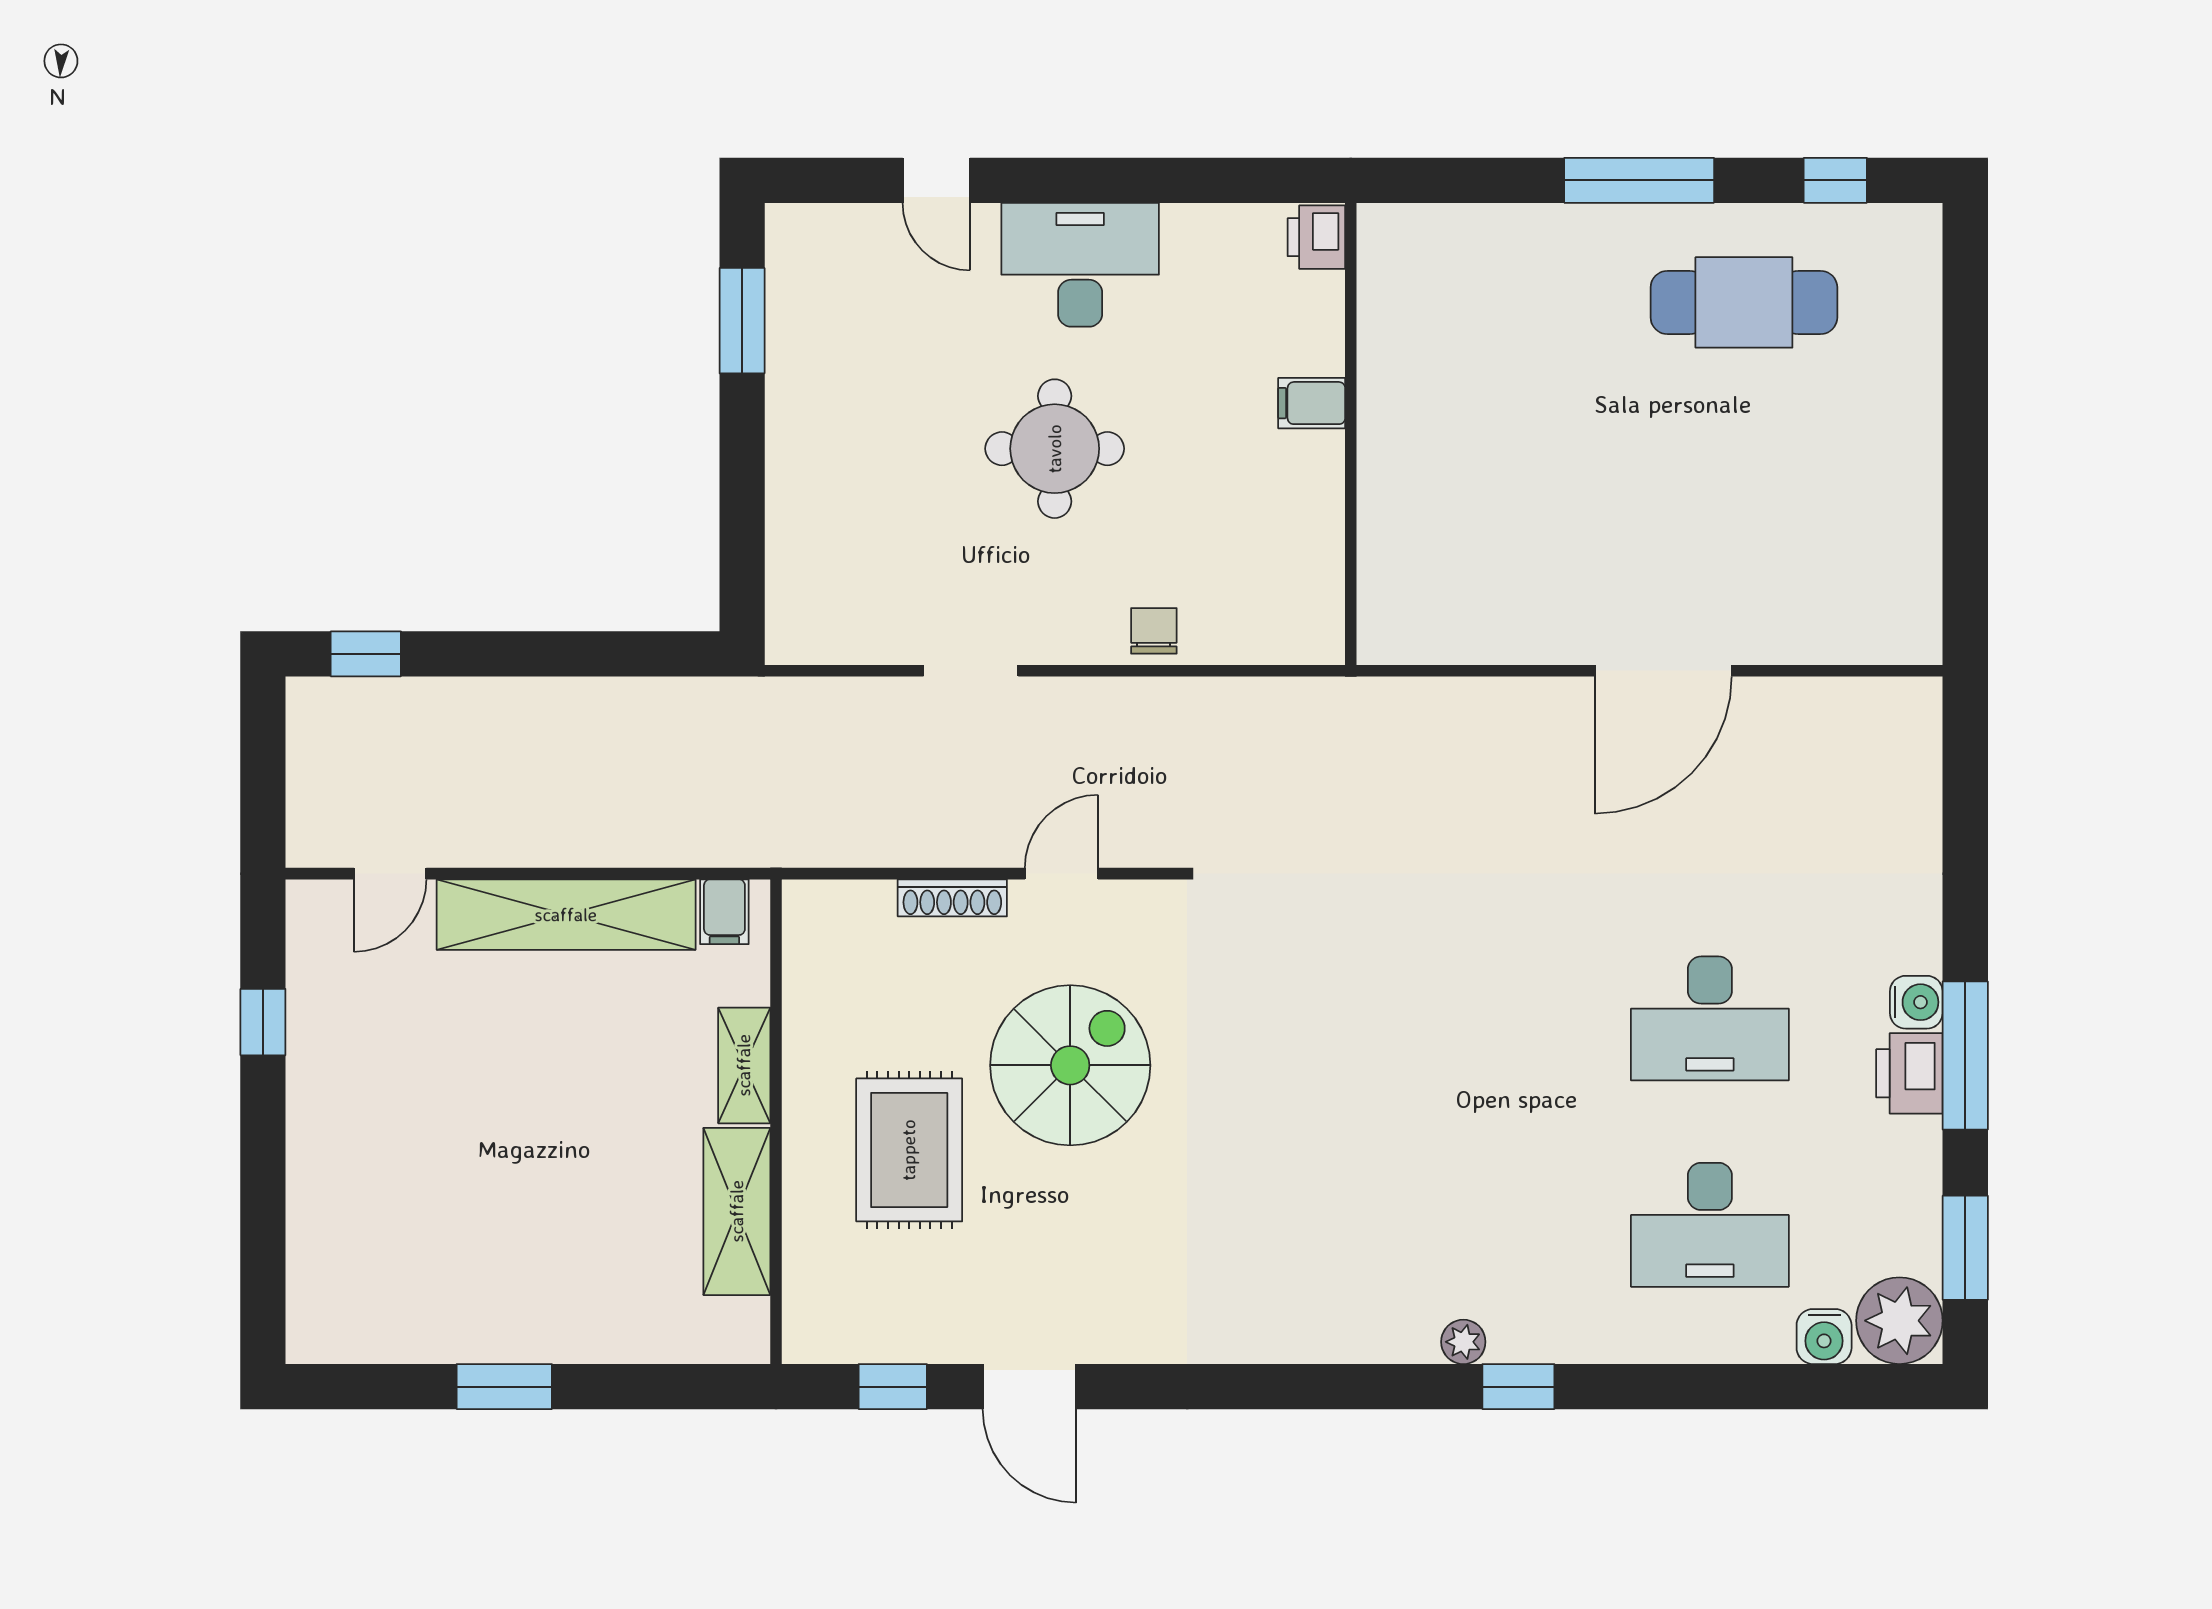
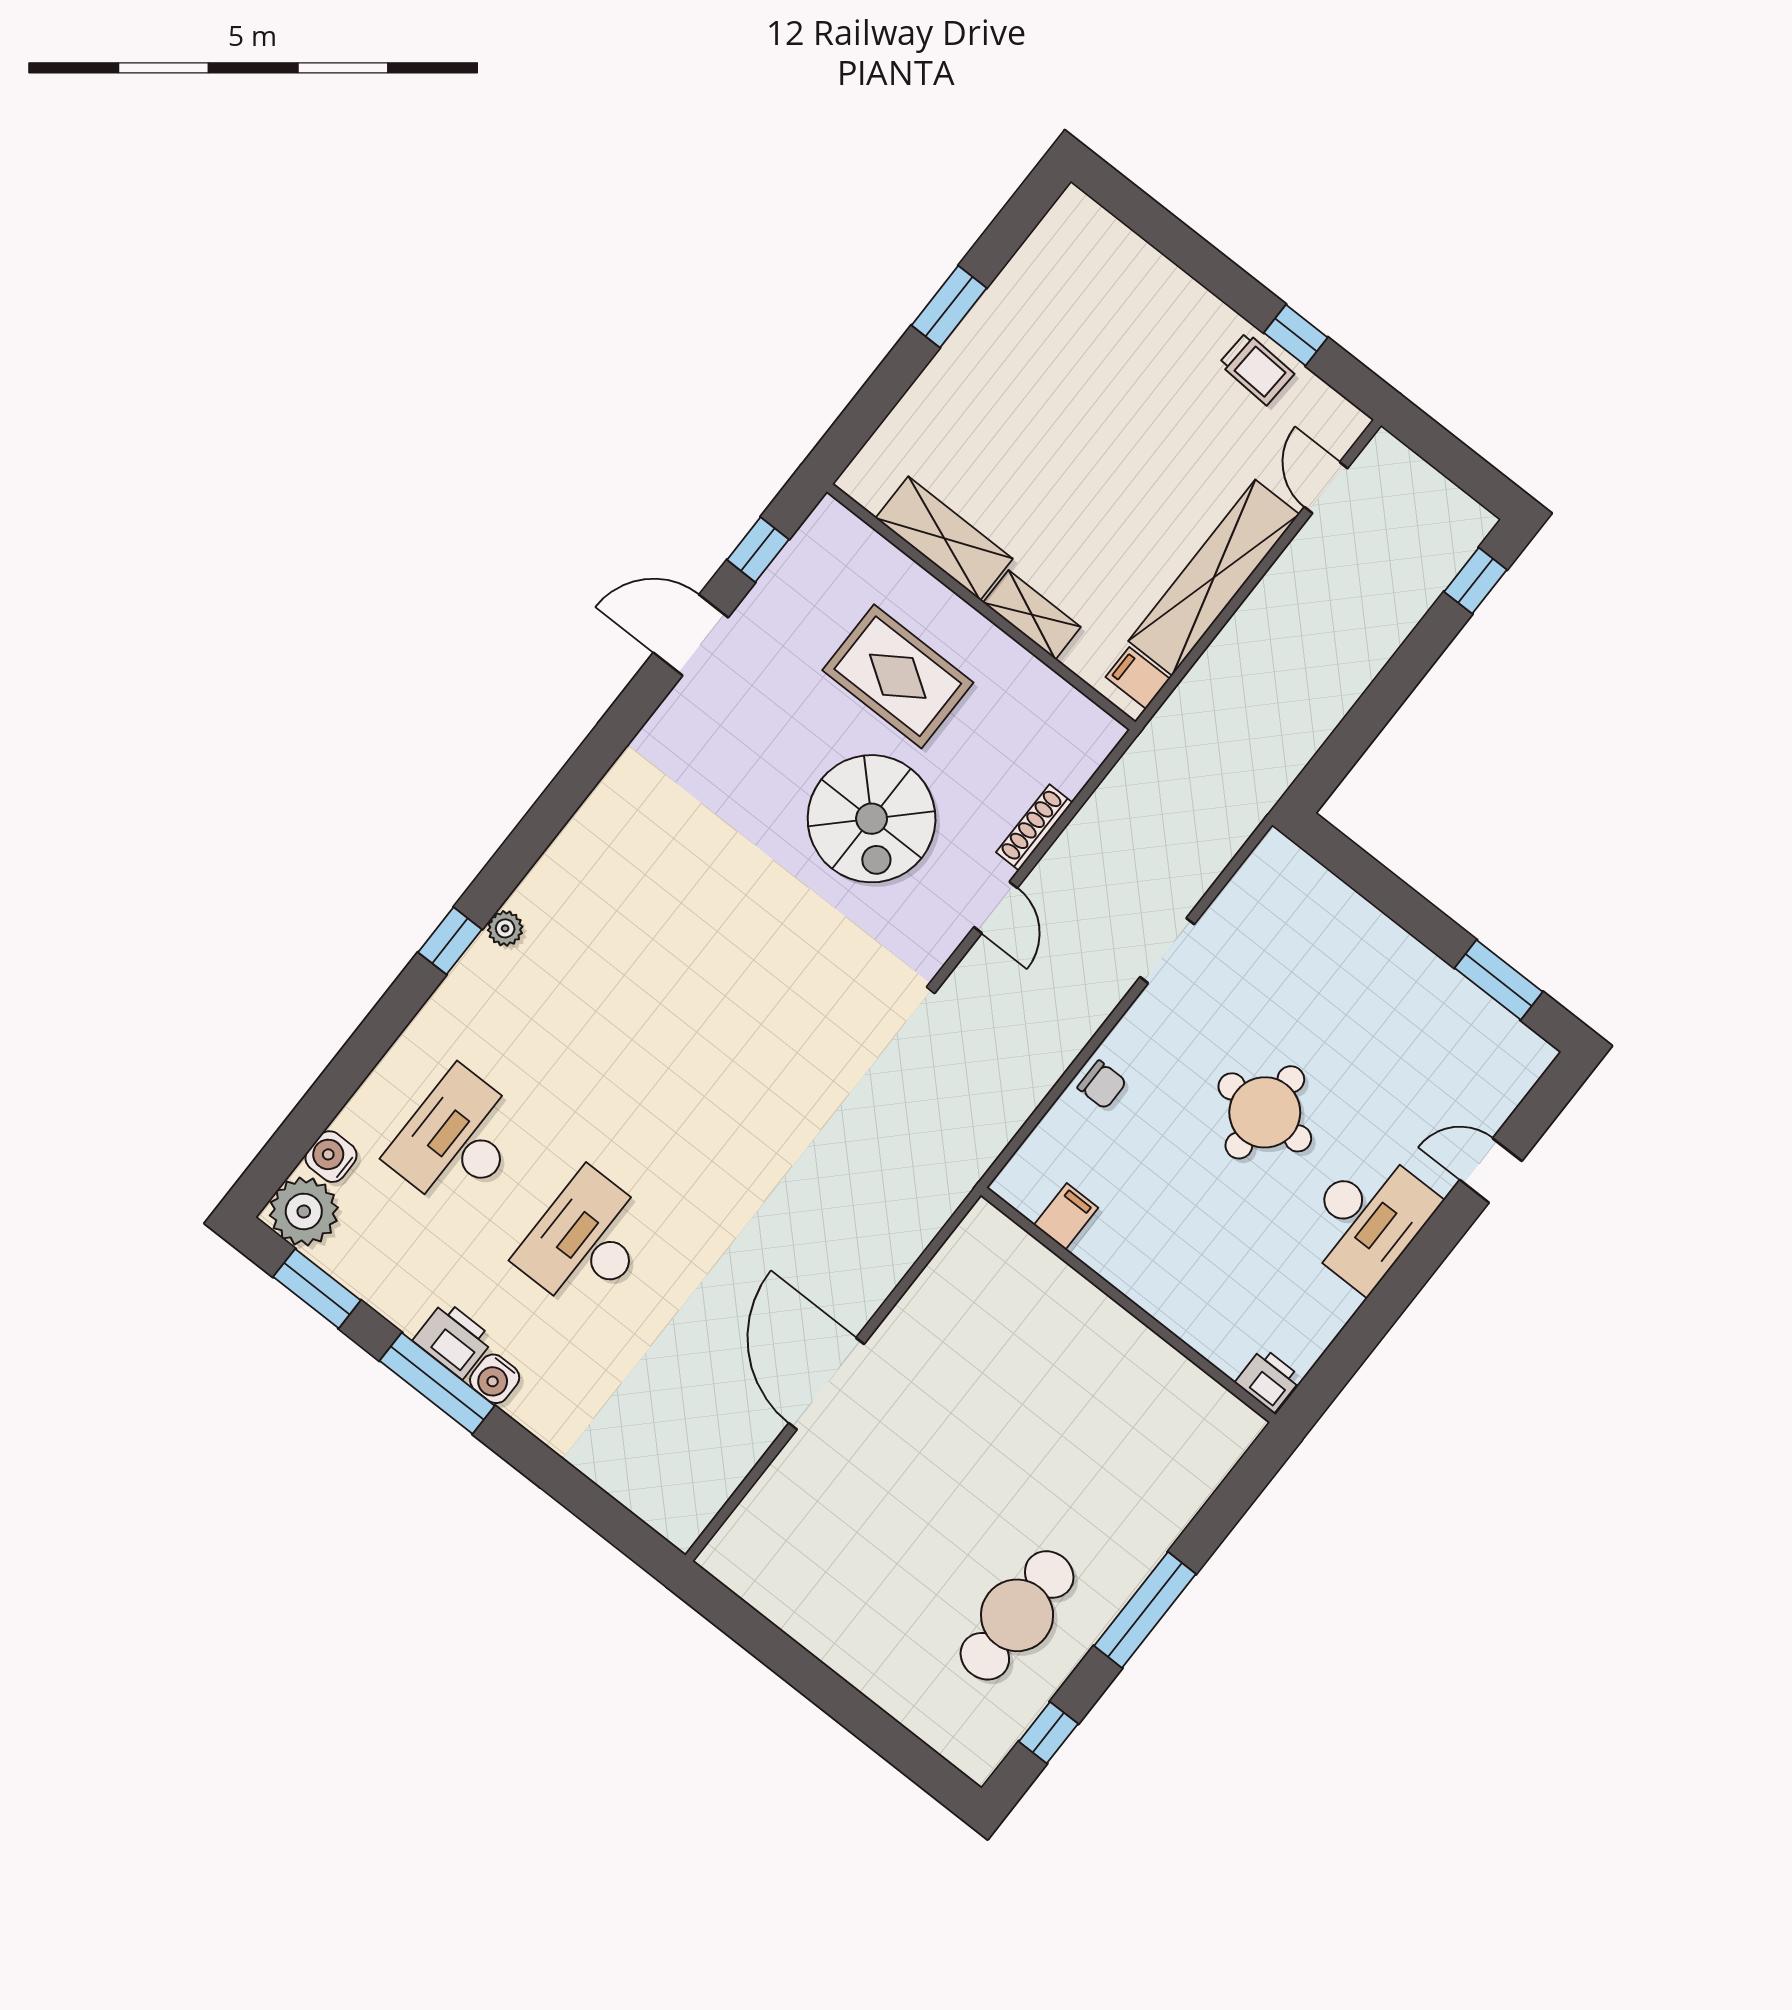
filing cabinet: (1312, 403) -> (1066, 1216), moved
trolley: (327, 1035) -> (1257, 369), added

